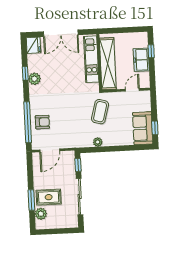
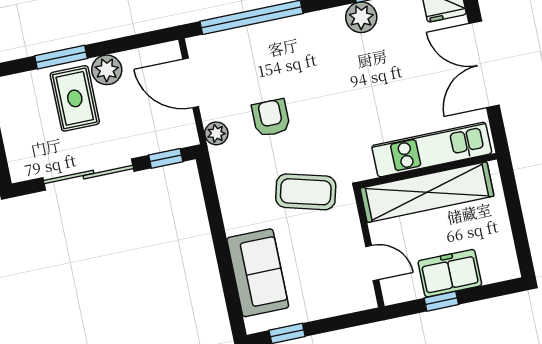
window: (151, 51) -> (441, 301), moved
armchair: (42, 122) -> (271, 118), moved, turned 180
sofa: (143, 128) -> (258, 273), moved, turned 90
plant: (98, 142) -> (216, 133), moved
plant: (41, 214) -> (107, 70), moved

